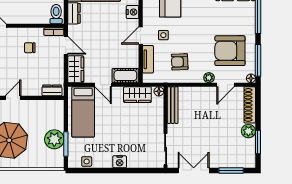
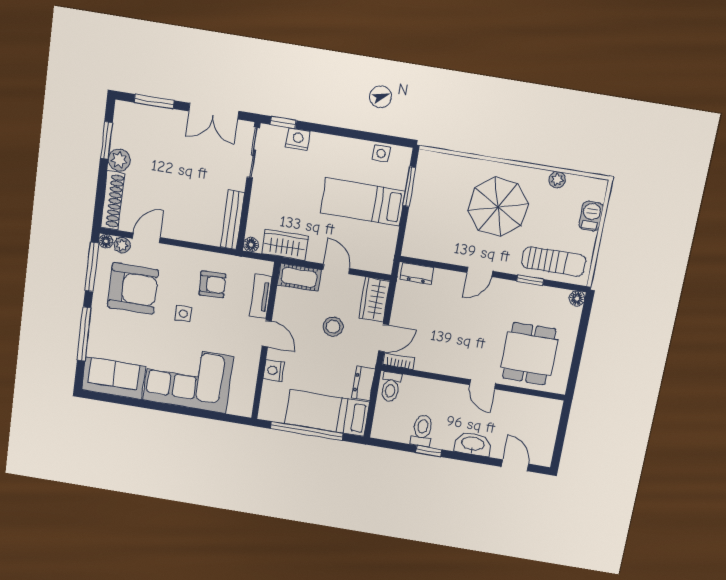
side table: (163, 35) -> (183, 314), moved
door: (141, 36) -> (267, 334), hinge flipped
door: (66, 45) -> (384, 338), swing flipped
stool: (99, 47) -> (333, 327), added
chair: (30, 48) -> (440, 344), removed
plant: (209, 78) -> (122, 245), moved
bed: (83, 112) -> (363, 202), moved, turned -90
plant: (54, 139) -> (426, 197), removed
nightstand: (120, 162) -> (298, 139), moved
window: (150, 171) -> (283, 122), added

